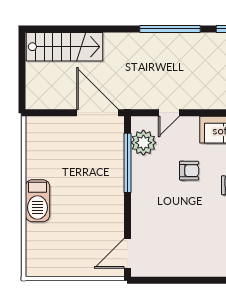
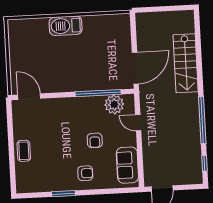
stairs: (64, 47) -> (186, 63), moved
coffee table: (198, 264) -> (24, 151), added

